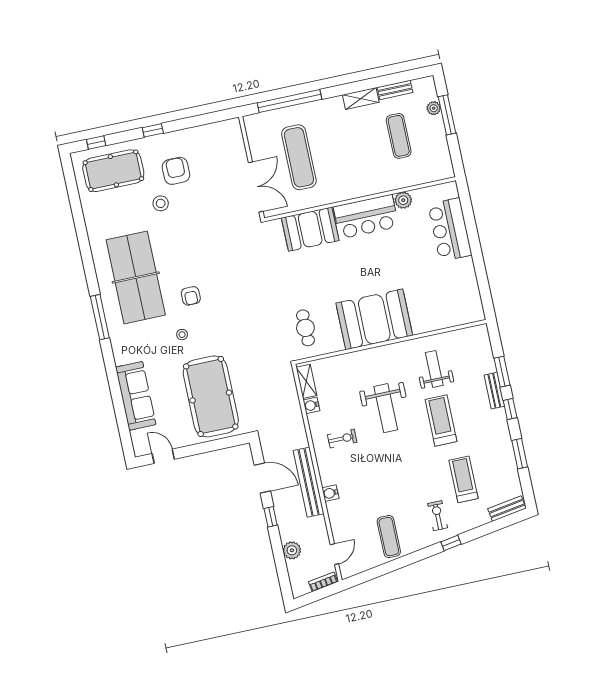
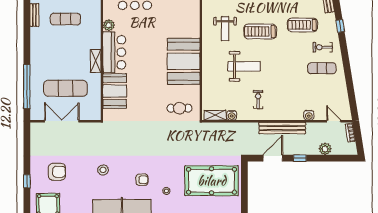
shelving: (361, 99) -> (96, 61), moved
armchair: (176, 171) -> (57, 172), turned 180
double door: (256, 187) -> (62, 121), moved
stool: (161, 203) -> (103, 170), moved
weight bench: (434, 369) -> (225, 29), turned -90
water cooler: (330, 493) -> (309, 115), moved
exercise mat: (389, 537) -> (322, 68), moved
window: (451, 543) -> (340, 26), moved

